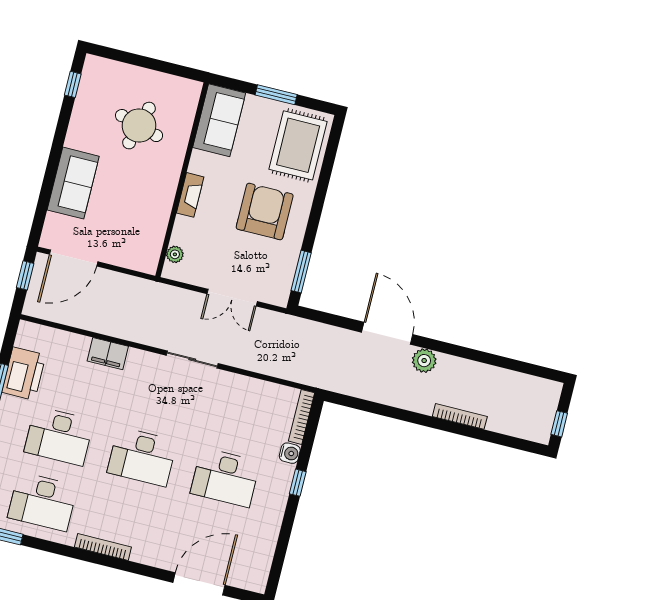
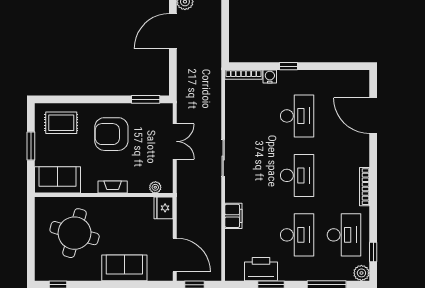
round table: (139, 126) -> (75, 233), width x1.36, depth x1.36
rug: (298, 145) -> (61, 123), width x0.73, depth x0.70
fridge: (143, 259) -> (163, 208), added

